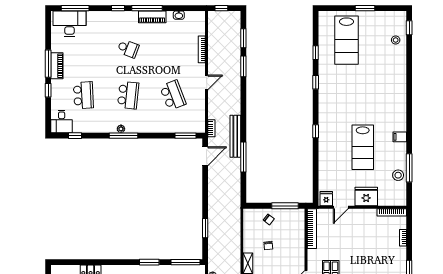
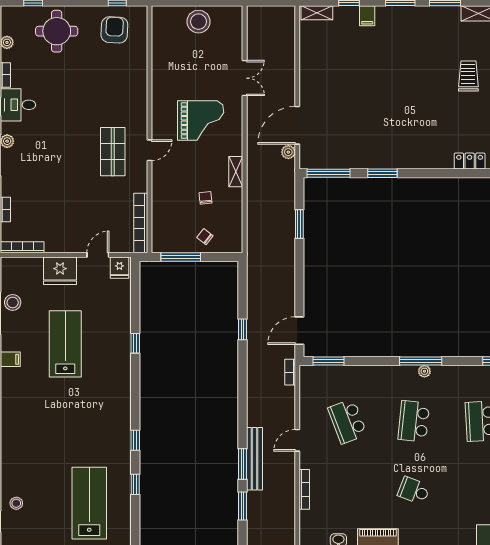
window: (316, 131) -> (135, 343), moved
bench: (235, 136) -> (254, 459), moved
window: (243, 157) -> (243, 329), width x0.46

